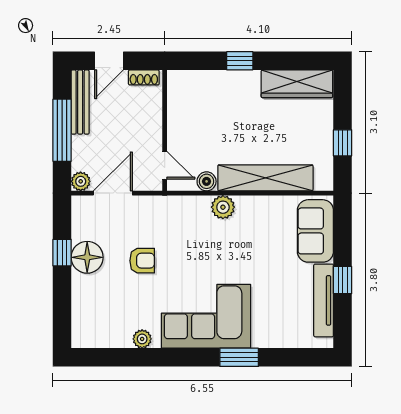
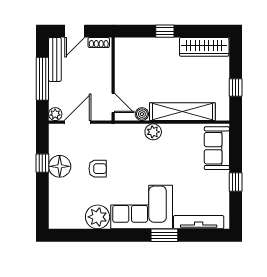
tv unit: (324, 300) -> (199, 222), moved, turned 90
plant: (142, 339) -> (98, 217), width x1.87, depth x1.87

